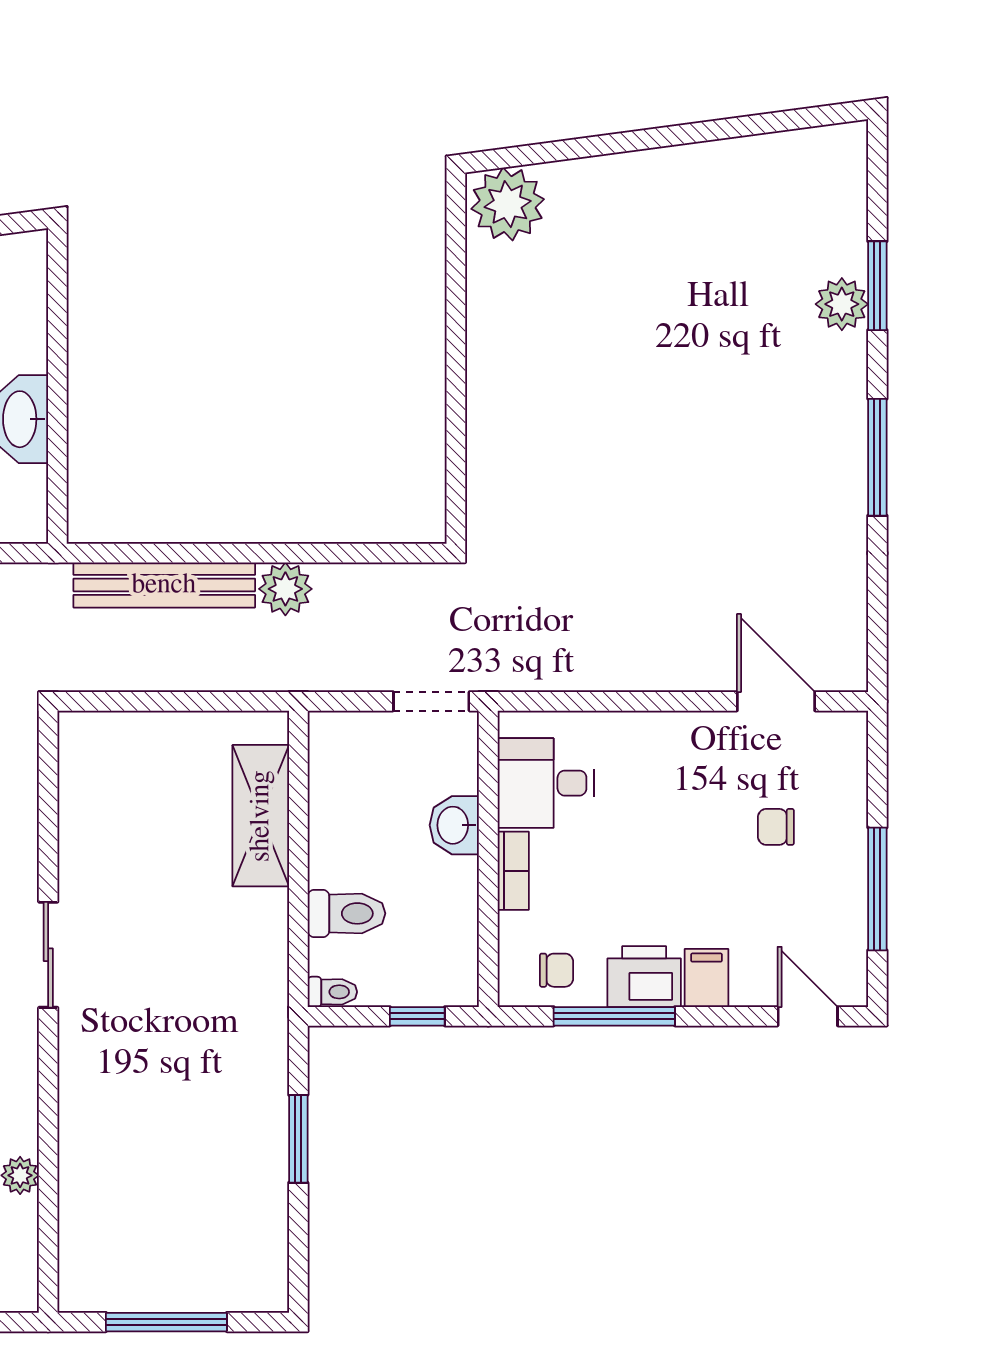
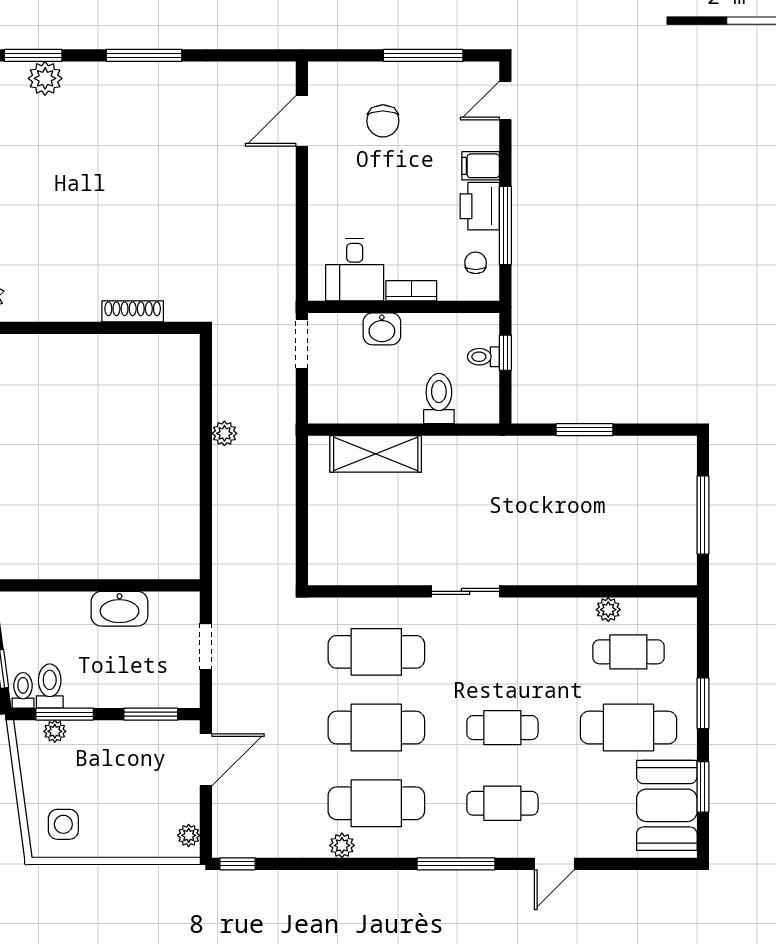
shoe rack: (481, 440) -> (133, 311), added
bench: (164, 585) -> (227, 516), removed
plant: (285, 589) -> (224, 433), width x0.73, depth x0.73
chair: (776, 827) -> (383, 121), width x1.37, depth x1.37
toilet: (332, 992) -> (483, 357), moved, turned -90

